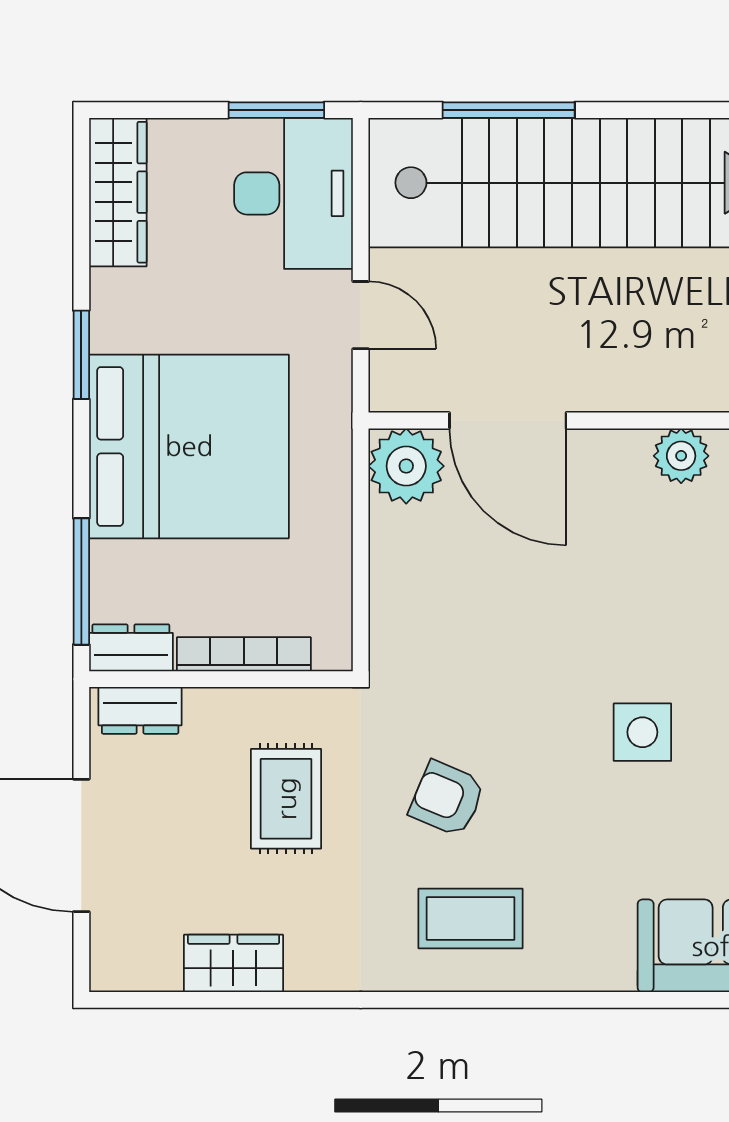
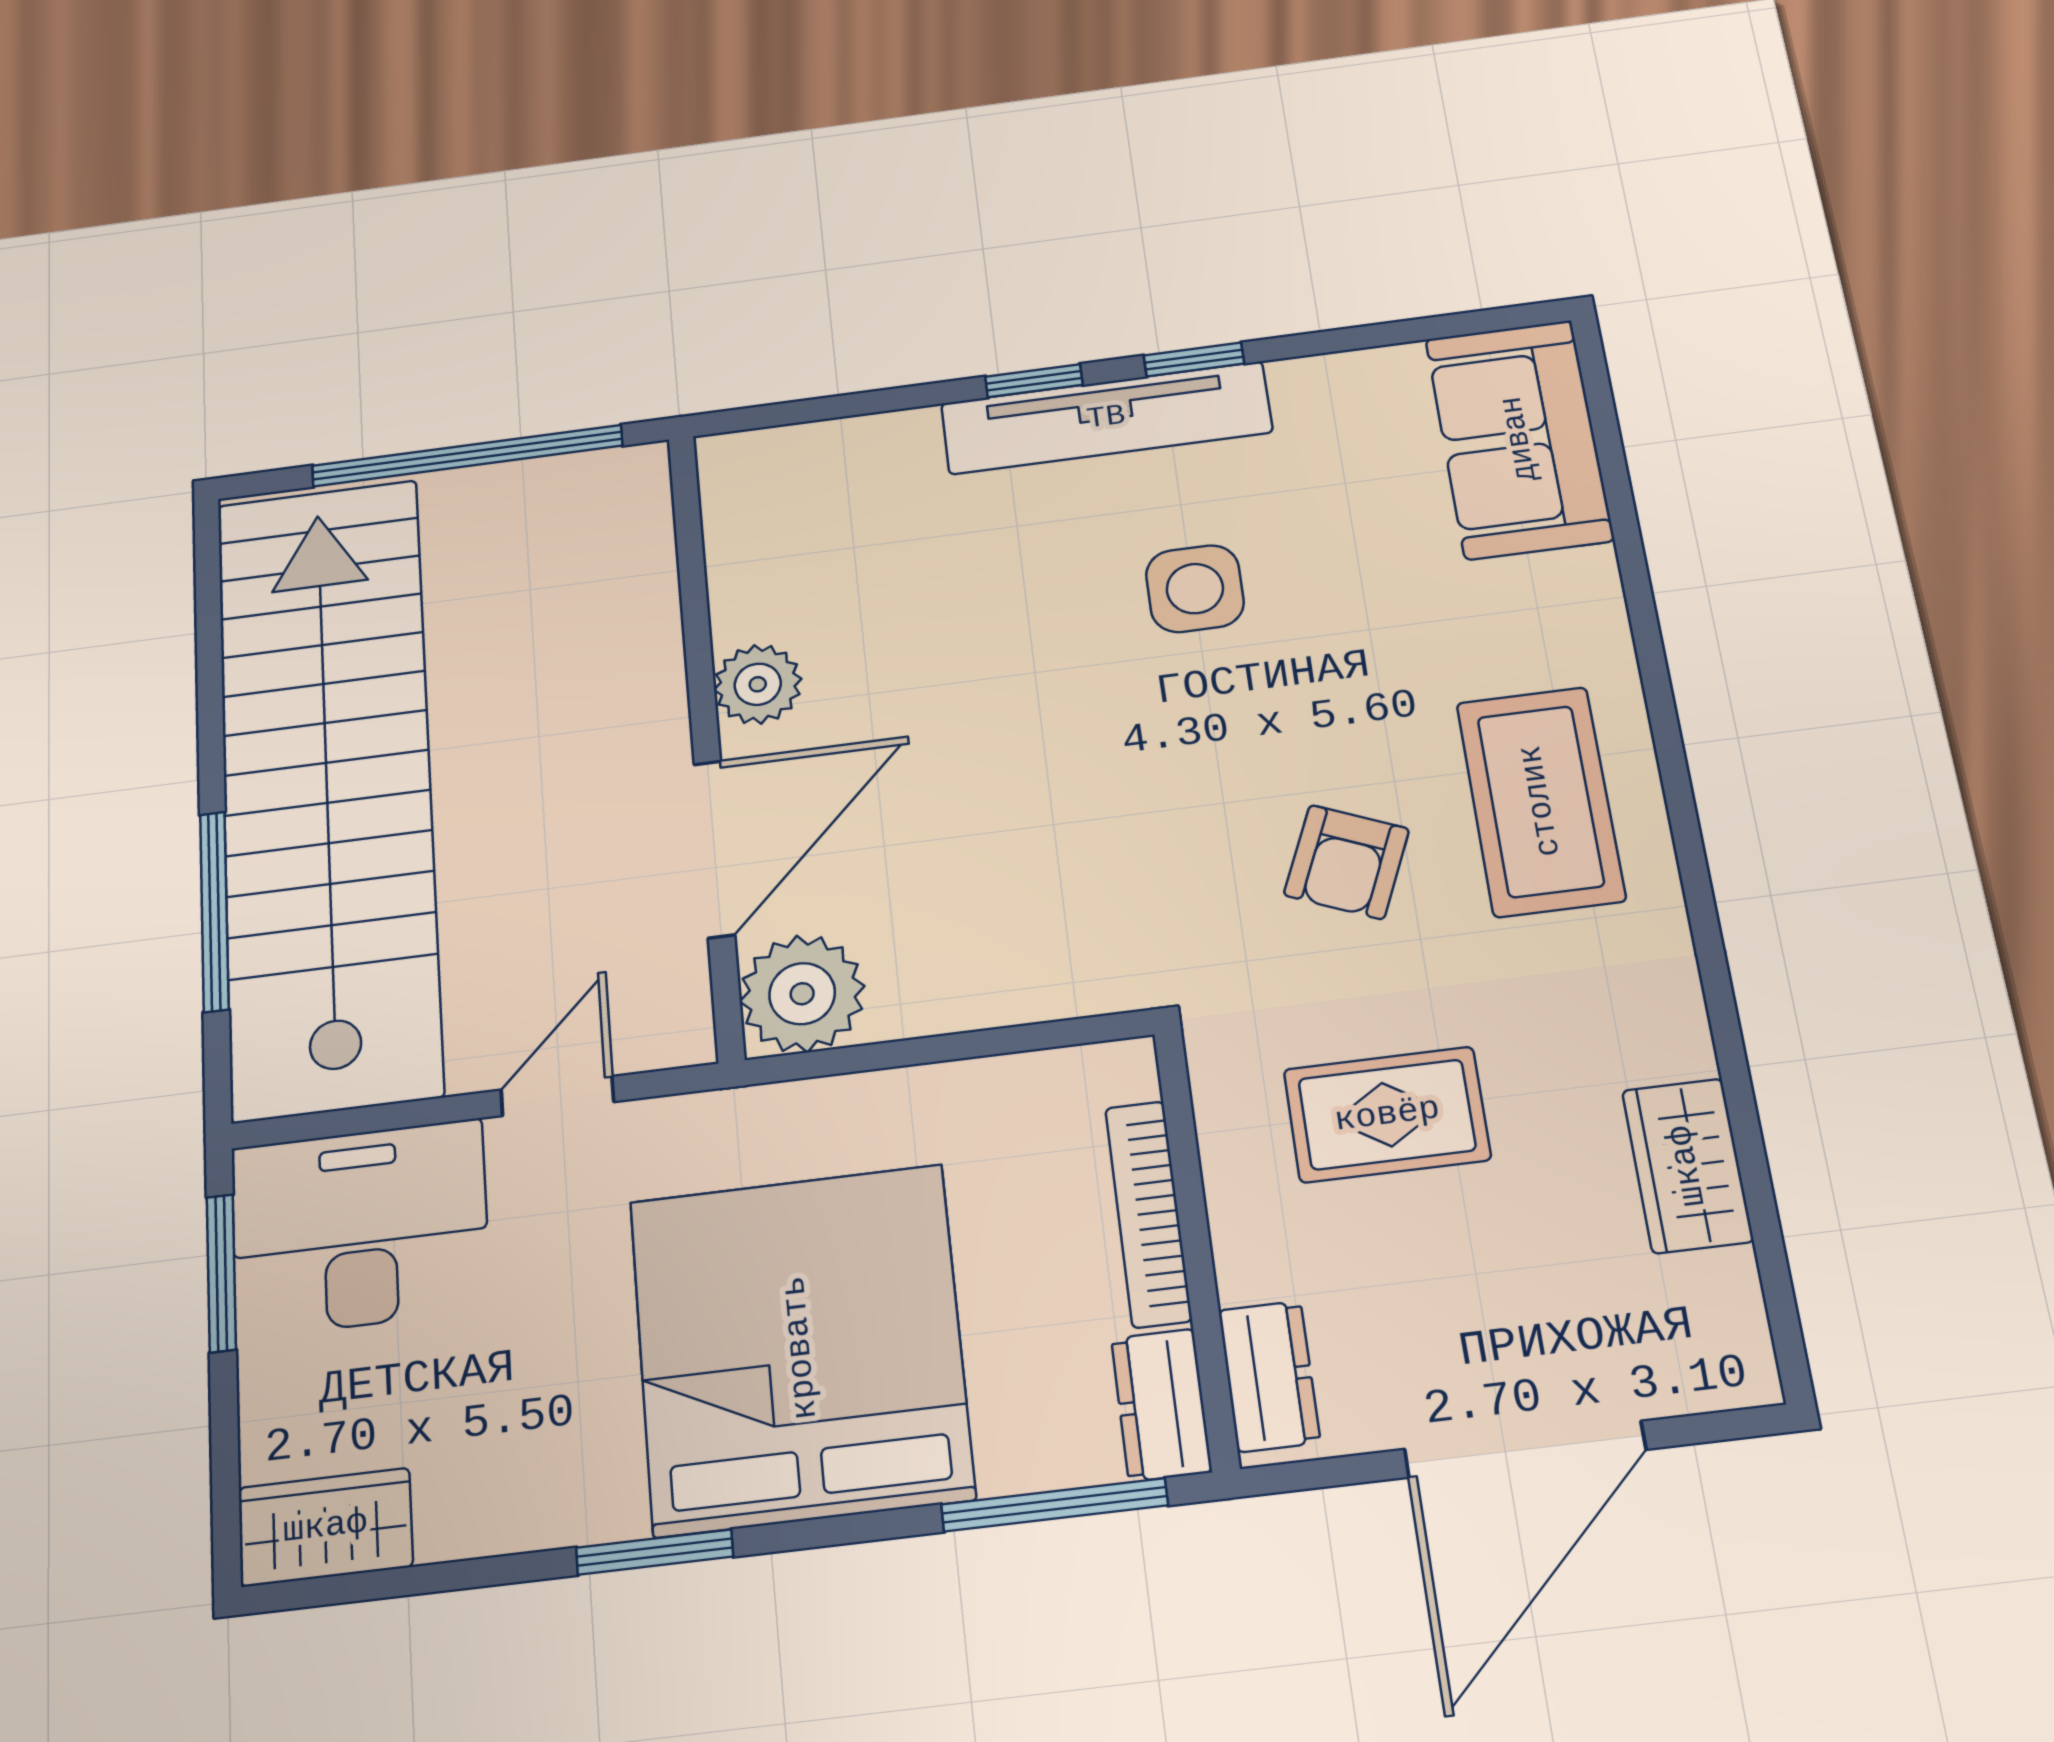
wardrobe: (118, 192) -> (325, 1527), width x0.67
plant: (681, 456) -> (758, 684), moved
coffee table: (470, 919) -> (1540, 801), width x1.36, depth x1.32

